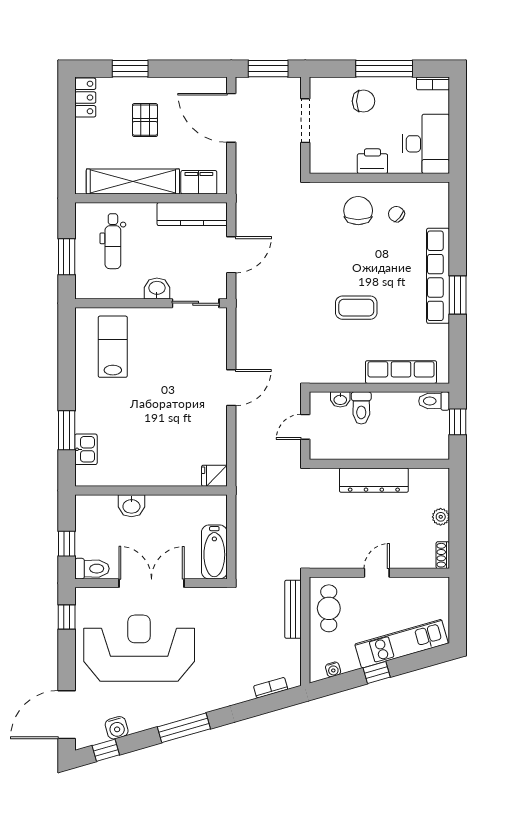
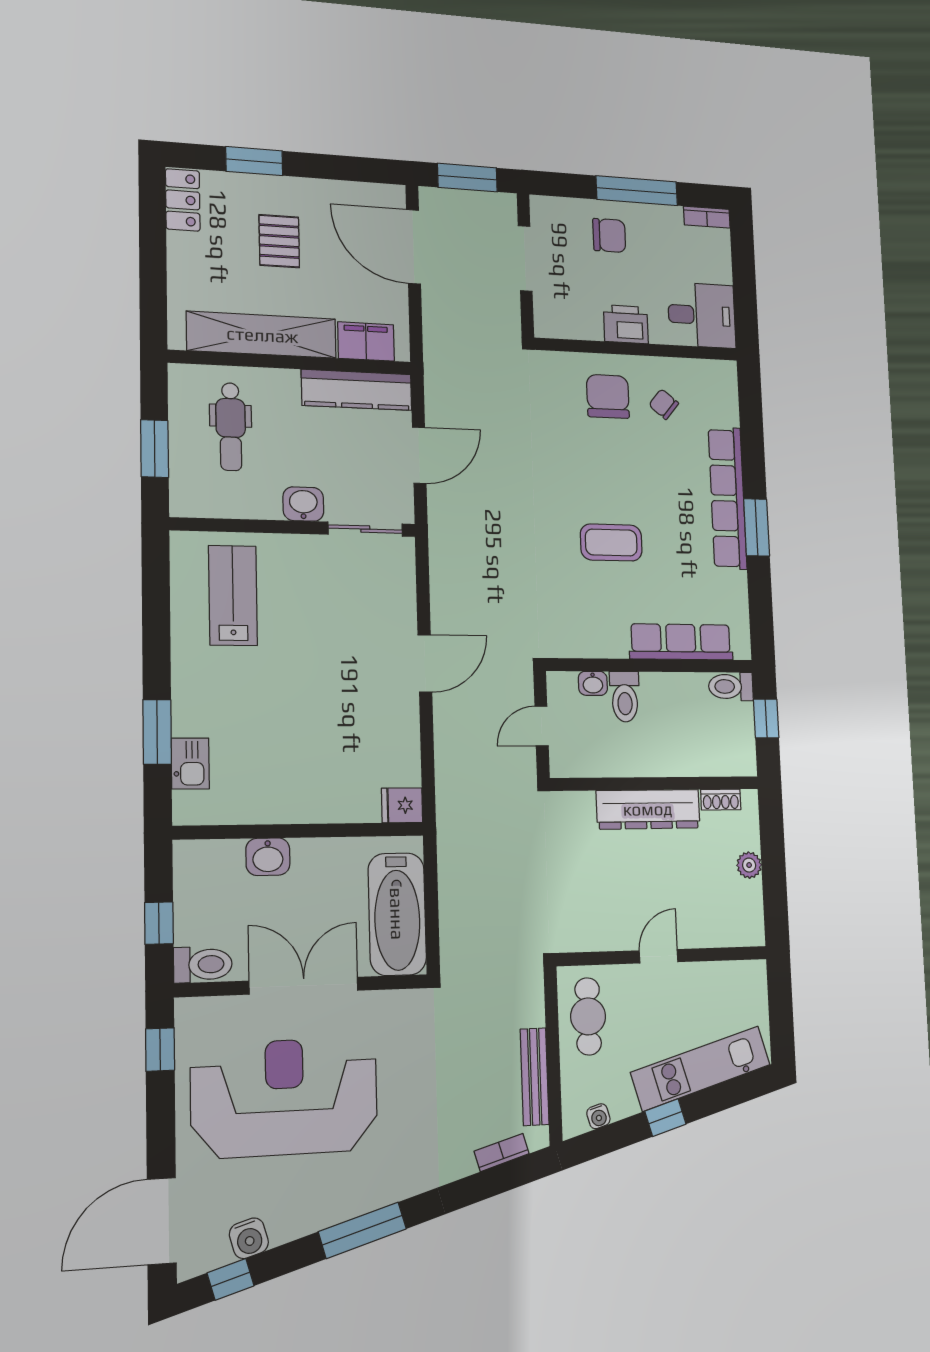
desk: (426, 144) -> (702, 315), width x0.73
bathtub: (214, 552) -> (397, 914), width x1.36, depth x1.36
shoe rack: (443, 555) -> (721, 800), moved, turned -90
bench: (293, 609) -> (535, 1077), moved

